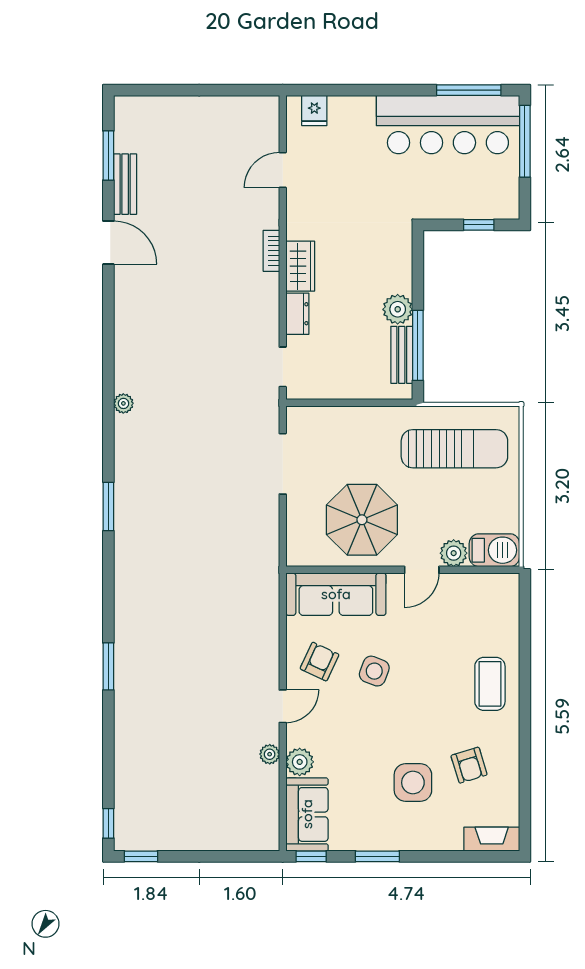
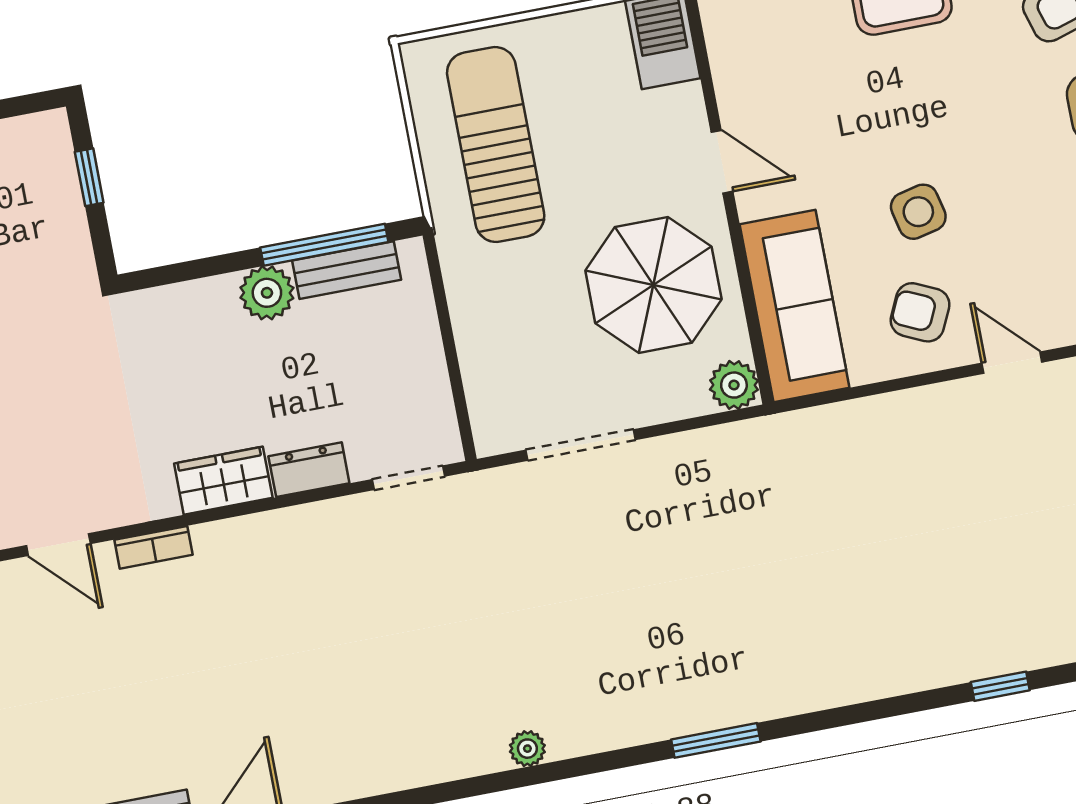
bookcase: (271, 251) -> (153, 547), moved
plant: (454, 553) -> (734, 385), moved
window: (108, 666) -> (1000, 686), width x0.67
side table: (374, 671) -> (918, 212), turned -34

